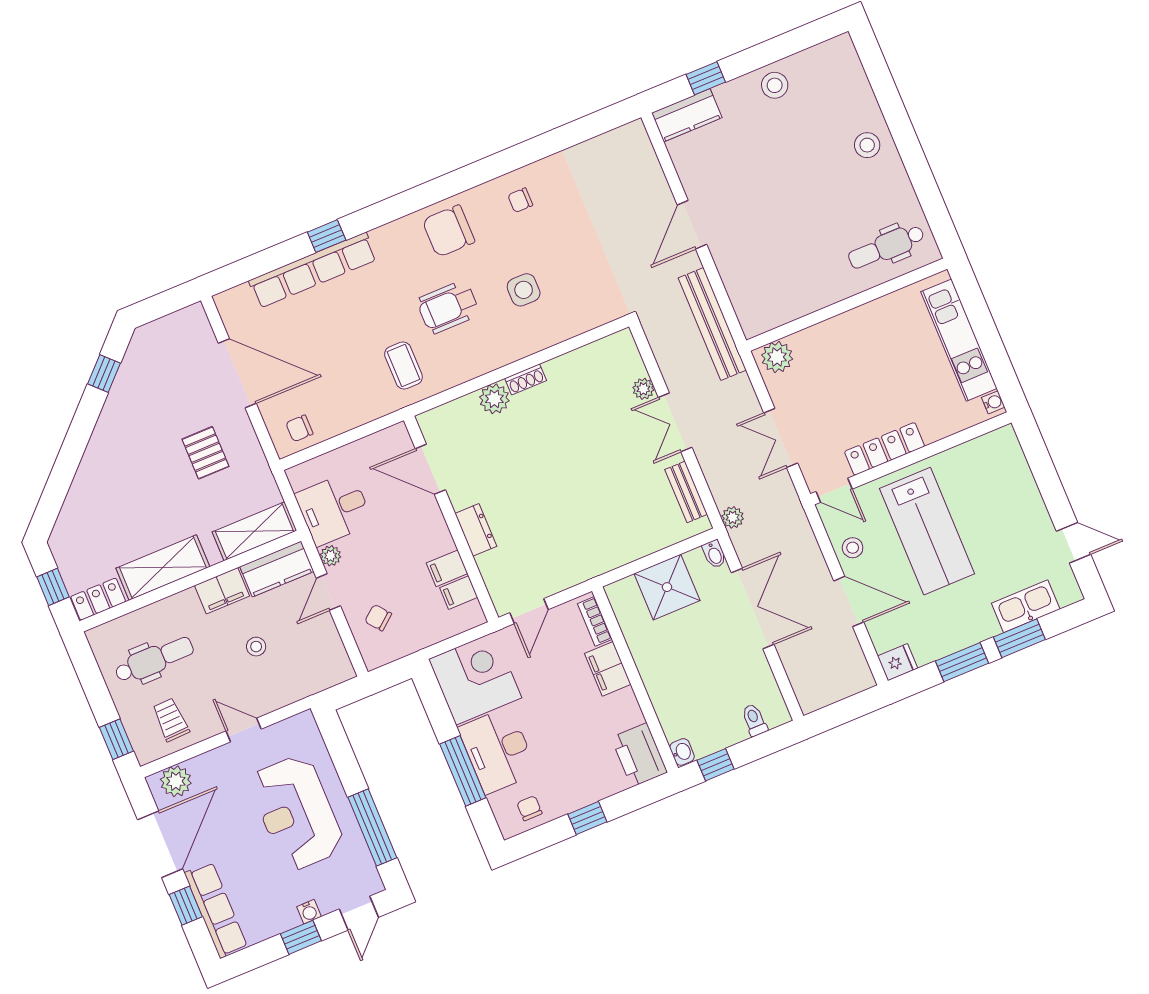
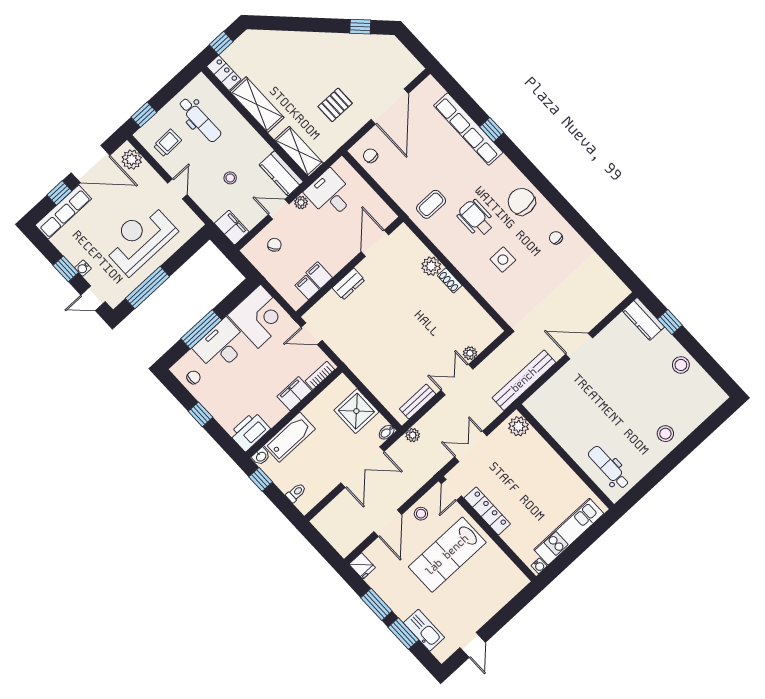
filing cabinet: (222, 591) -> (232, 228), moved, turned 180
bathtub: (669, 699) -> (290, 437), added

